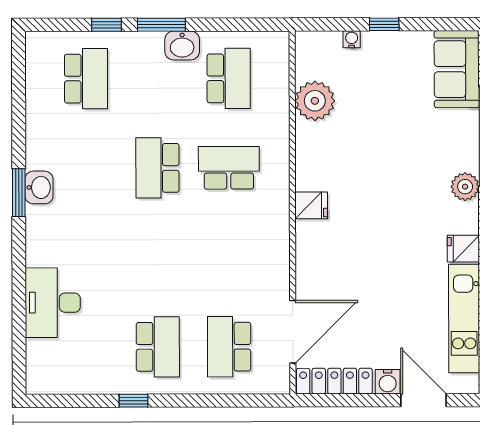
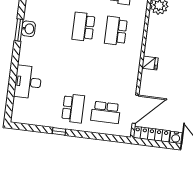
school desk: (229, 168) -> (116, 31), turned -90
fridge: (311, 205) -> (150, 63), moved
school desk: (229, 347) -> (106, 112), turned -90

